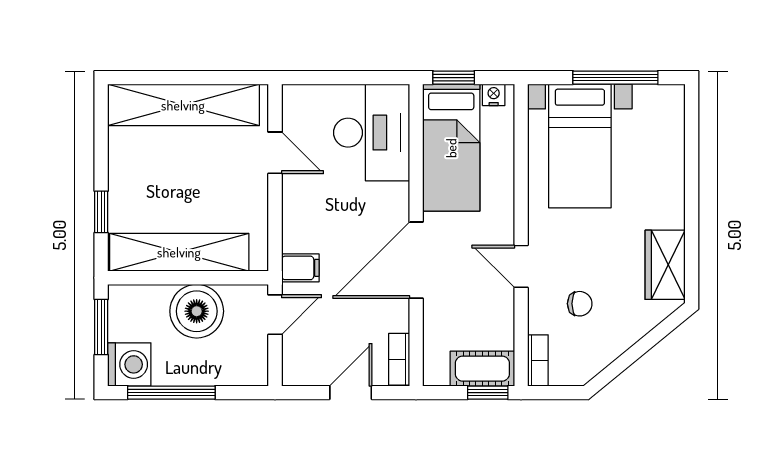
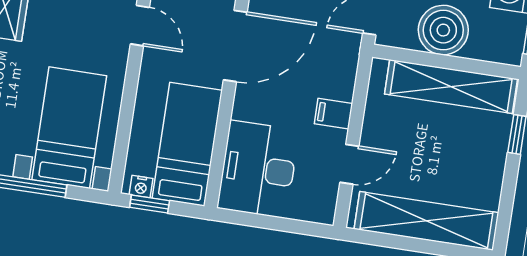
window: (454, 78) -> (150, 204), moved
door: (275, 153) -> (349, 164), swing flipped
filing cabinet: (300, 268) -> (333, 114), moved

